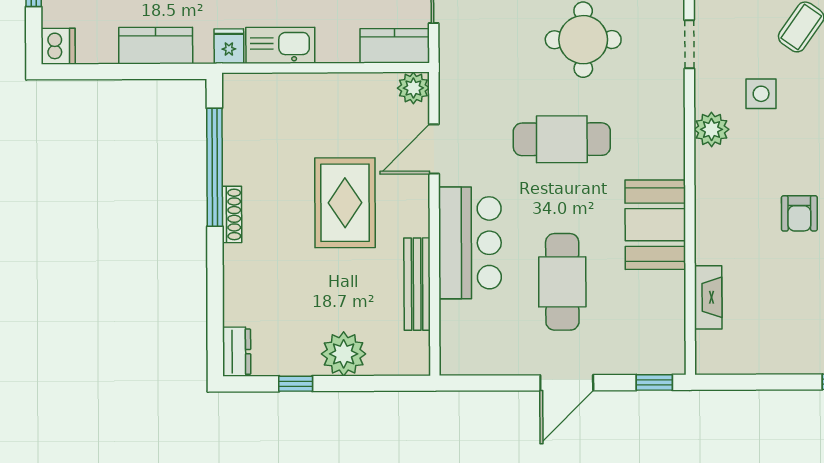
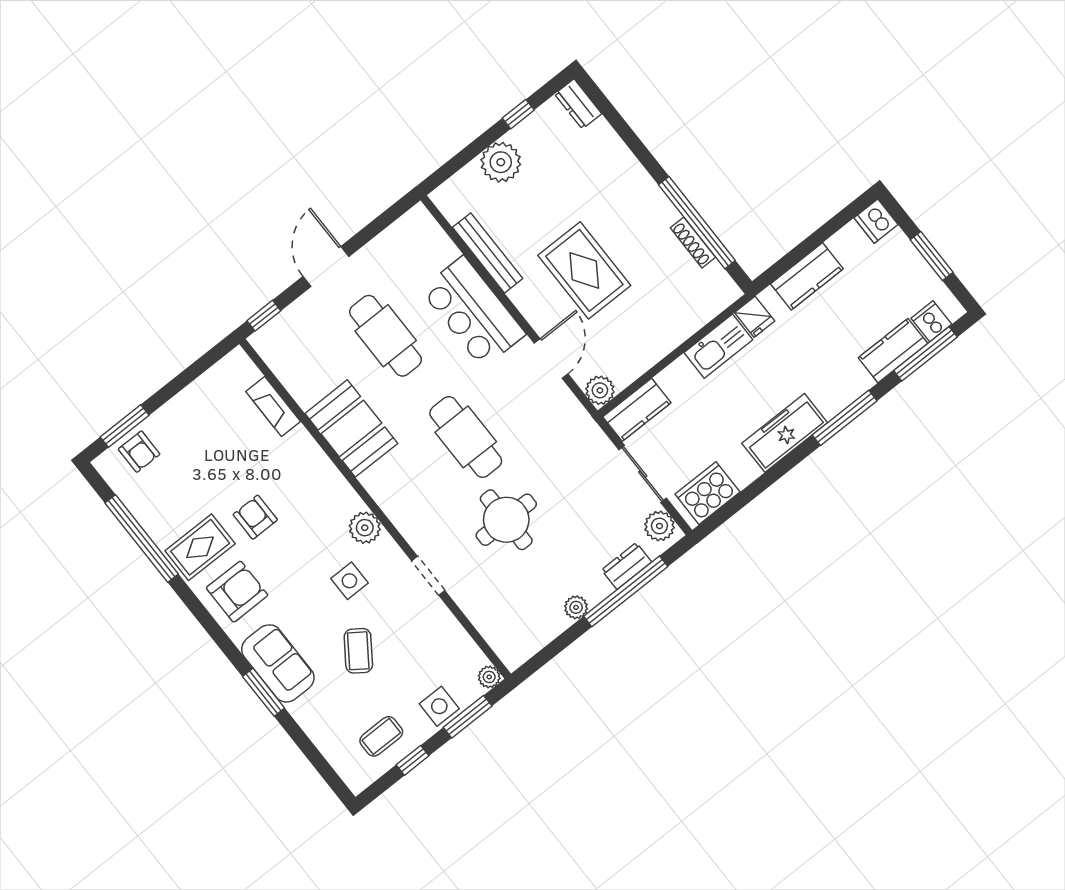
cafe table: (562, 139) -> (466, 437), turned 90
shoe rack: (232, 214) -> (693, 243), moved

